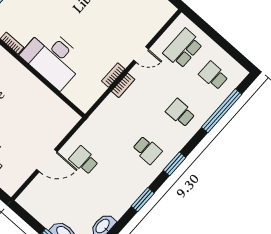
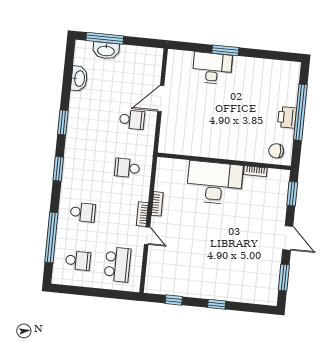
door: (141, 55) -> (147, 236), swing flipped
bookcase: (123, 85) -> (142, 214), moved
school desk: (147, 150) -> (127, 168), moved

